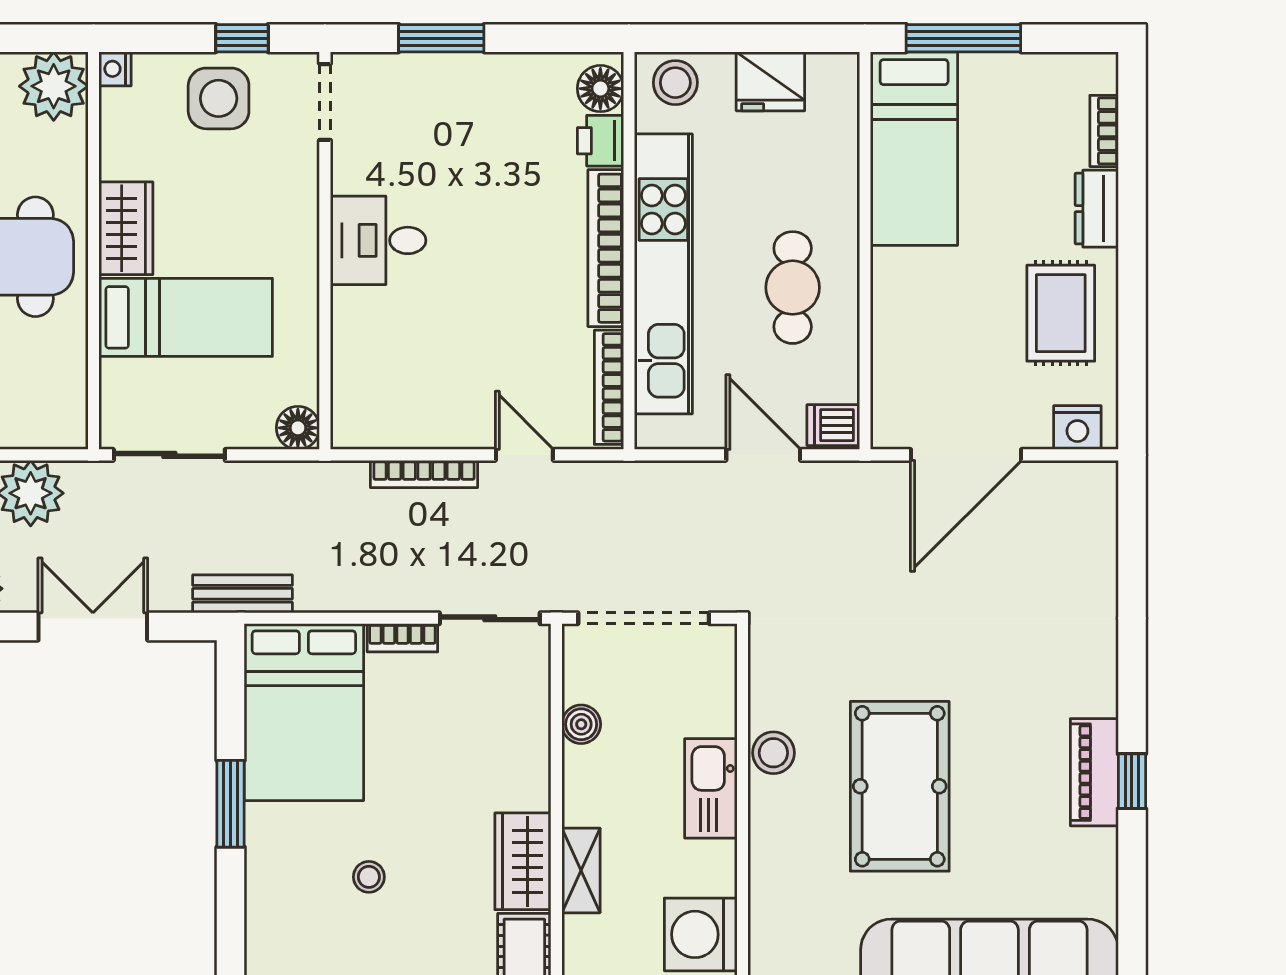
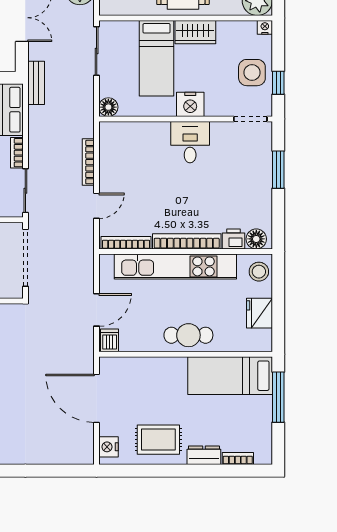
nightstand: (291, 240) -> (190, 104), added
cafe table: (793, 288) -> (188, 335), moved

